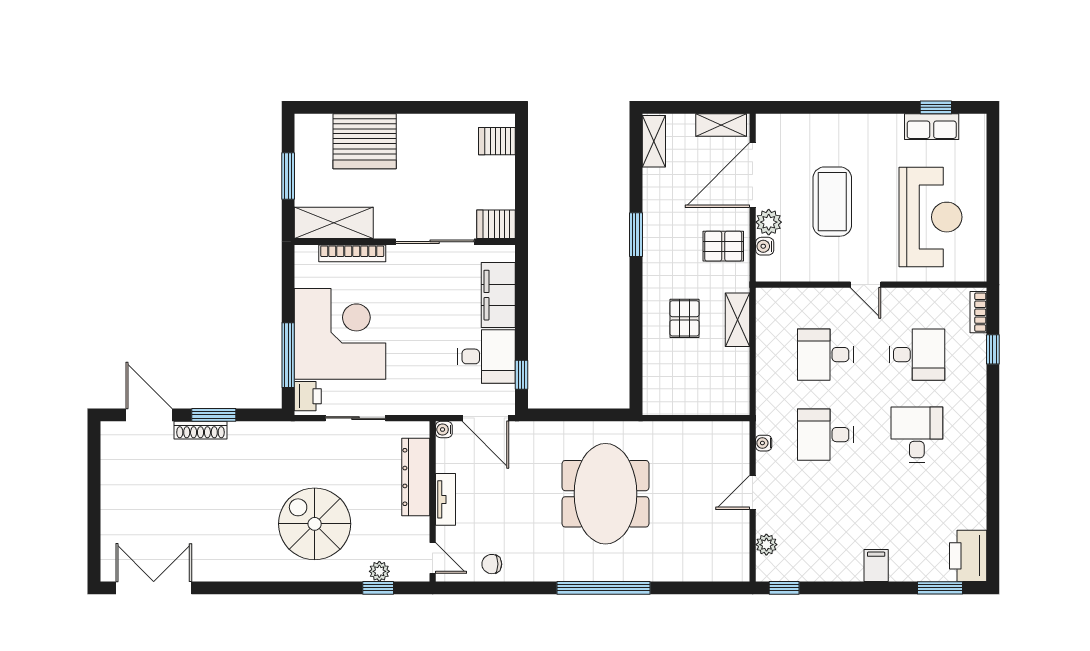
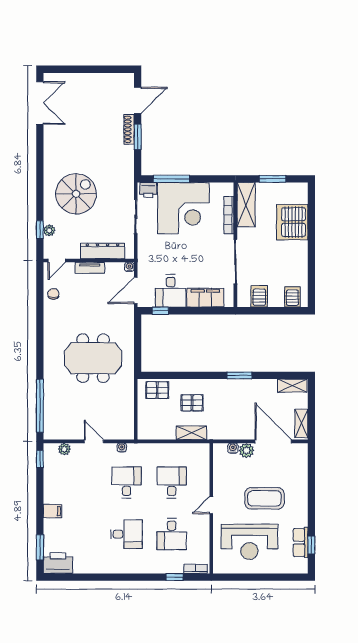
coffee table: (832, 202) -> (264, 498), moved
server rack: (496, 224) -> (259, 296), moved
pallet: (723, 246) -> (157, 390), moved, turned 90
window: (604, 588) -> (40, 406), moved

